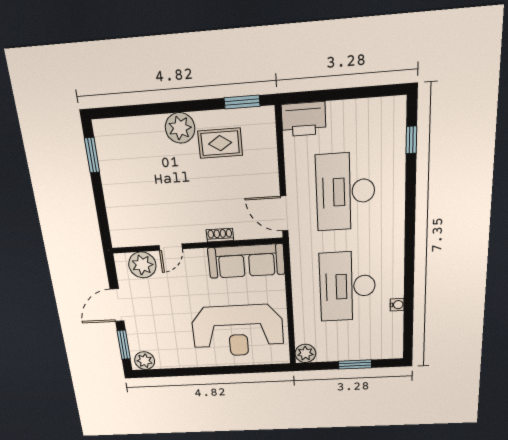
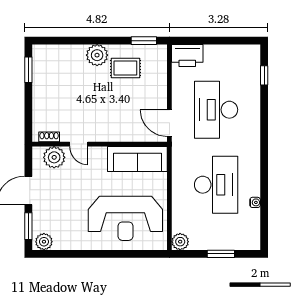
shoe rack: (220, 235) -> (49, 137), moved
door: (171, 247) -> (79, 144), hinge flipped
desk: (347, 286) -> (216, 185), turned 180

